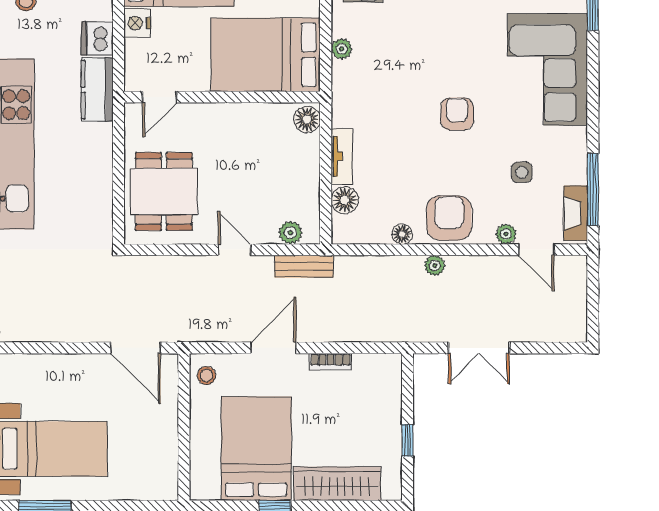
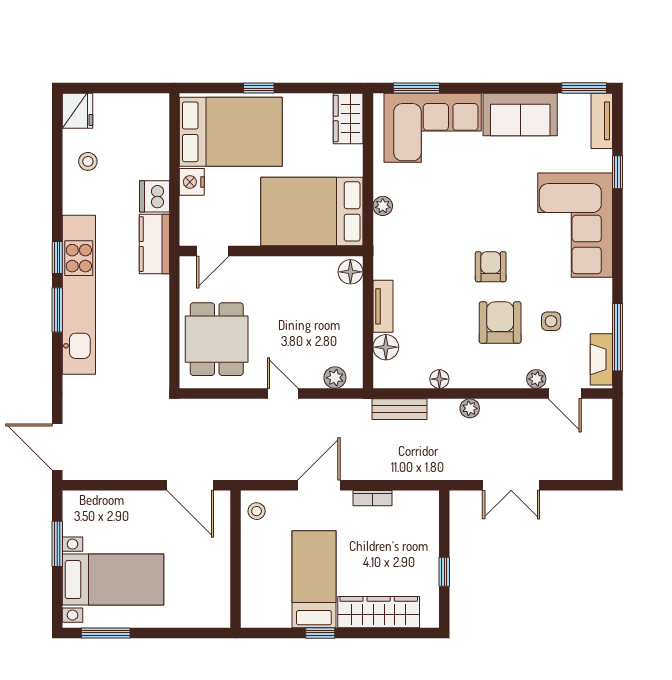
armchair: (449, 218) -> (500, 323), moved
bench: (304, 266) -> (399, 409), moved
bed: (256, 448) -> (314, 579), width x0.67

